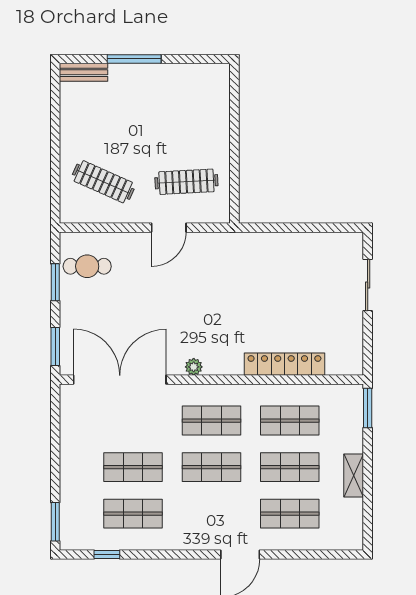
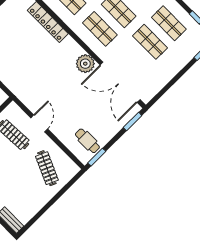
door: (169, 228) -> (39, 123), hinge flipped
window: (55, 282) -> (97, 157), moved
plant: (194, 367) -> (85, 64), width x1.88, depth x1.88

